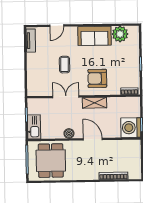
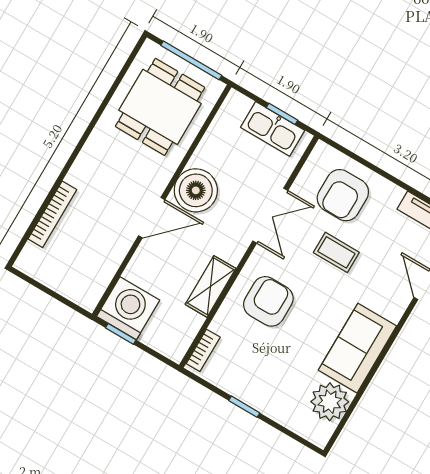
armchair: (42, 75) -> (343, 195), added
shelving: (95, 103) -> (211, 286), moved
kitchen sink: (34, 127) -> (273, 129), moved
boiler: (69, 133) -> (196, 190), width x1.86, depth x1.86
dining table: (51, 161) -> (160, 107), turned 90

